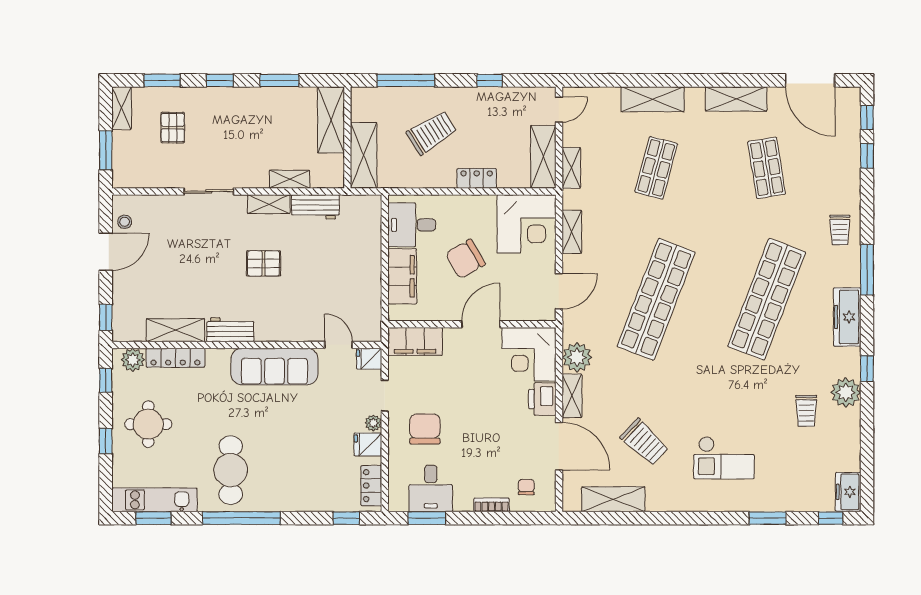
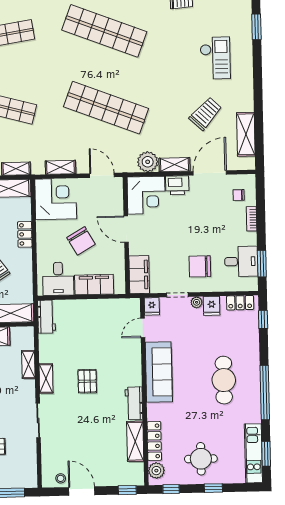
workbench: (315, 207) -> (46, 317), moved
cafe table: (231, 470) -> (224, 380), moved, turned 90

